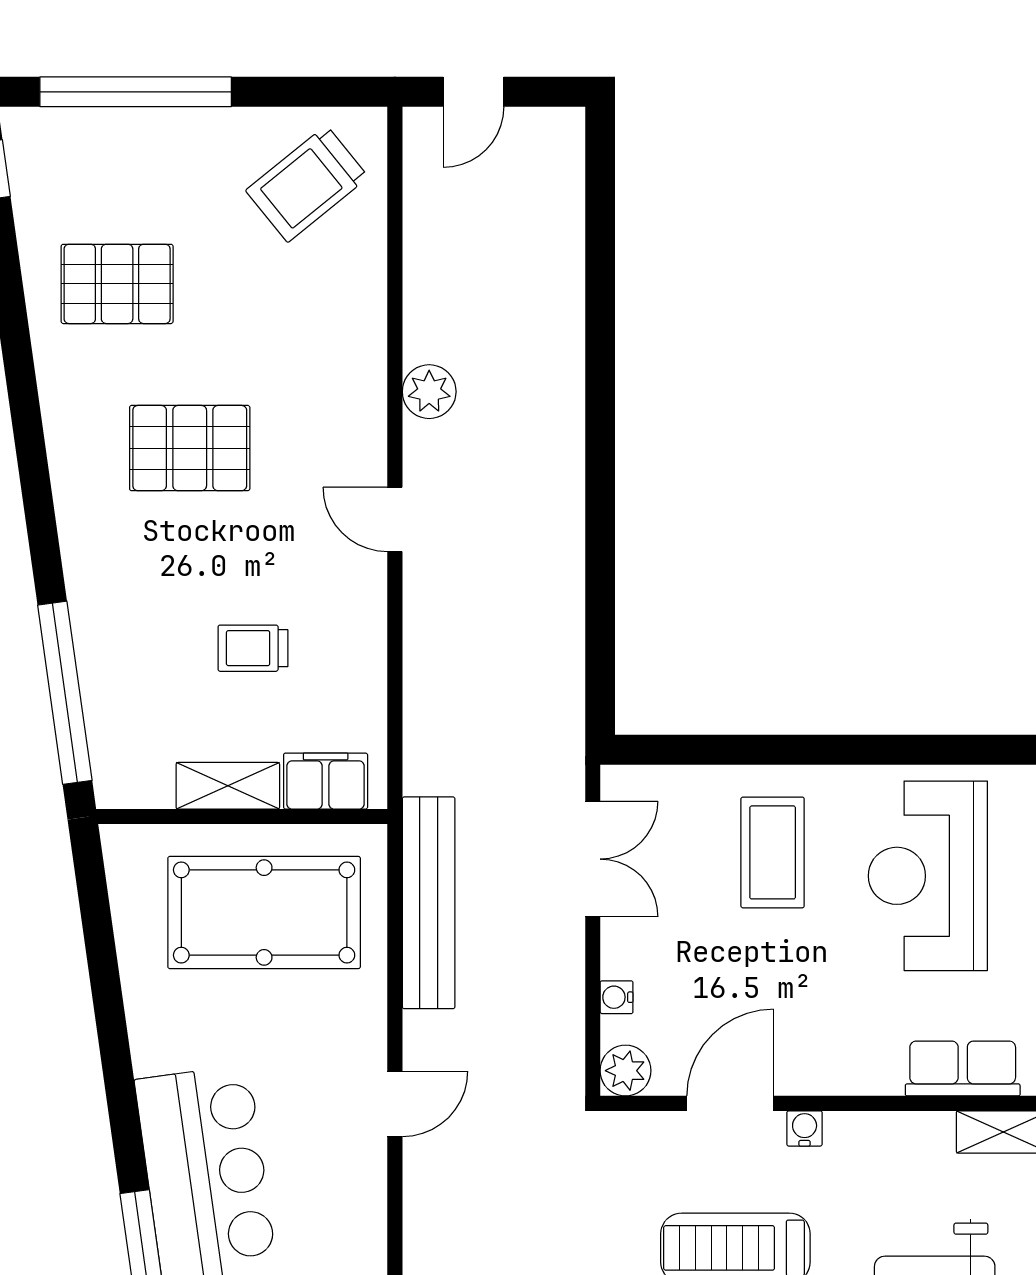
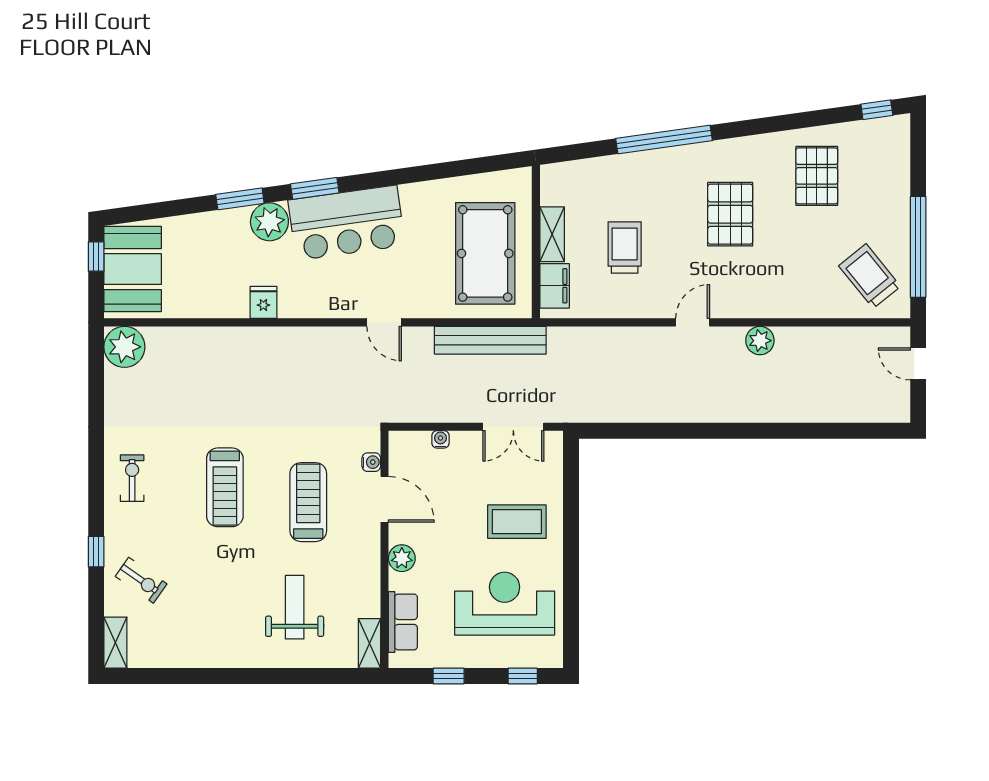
window: (136, 92) -> (918, 247), moved
trolley: (253, 648) -> (625, 248), width x1.36, depth x1.39
window: (65, 693) -> (664, 139), moved
plant: (626, 1071) -> (402, 558), moved
water cooler: (805, 1128) -> (371, 462), moved

